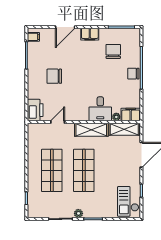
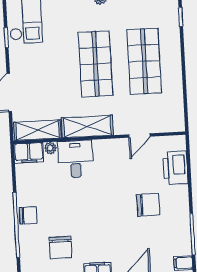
printer: (35, 110) -> (175, 168), moved

